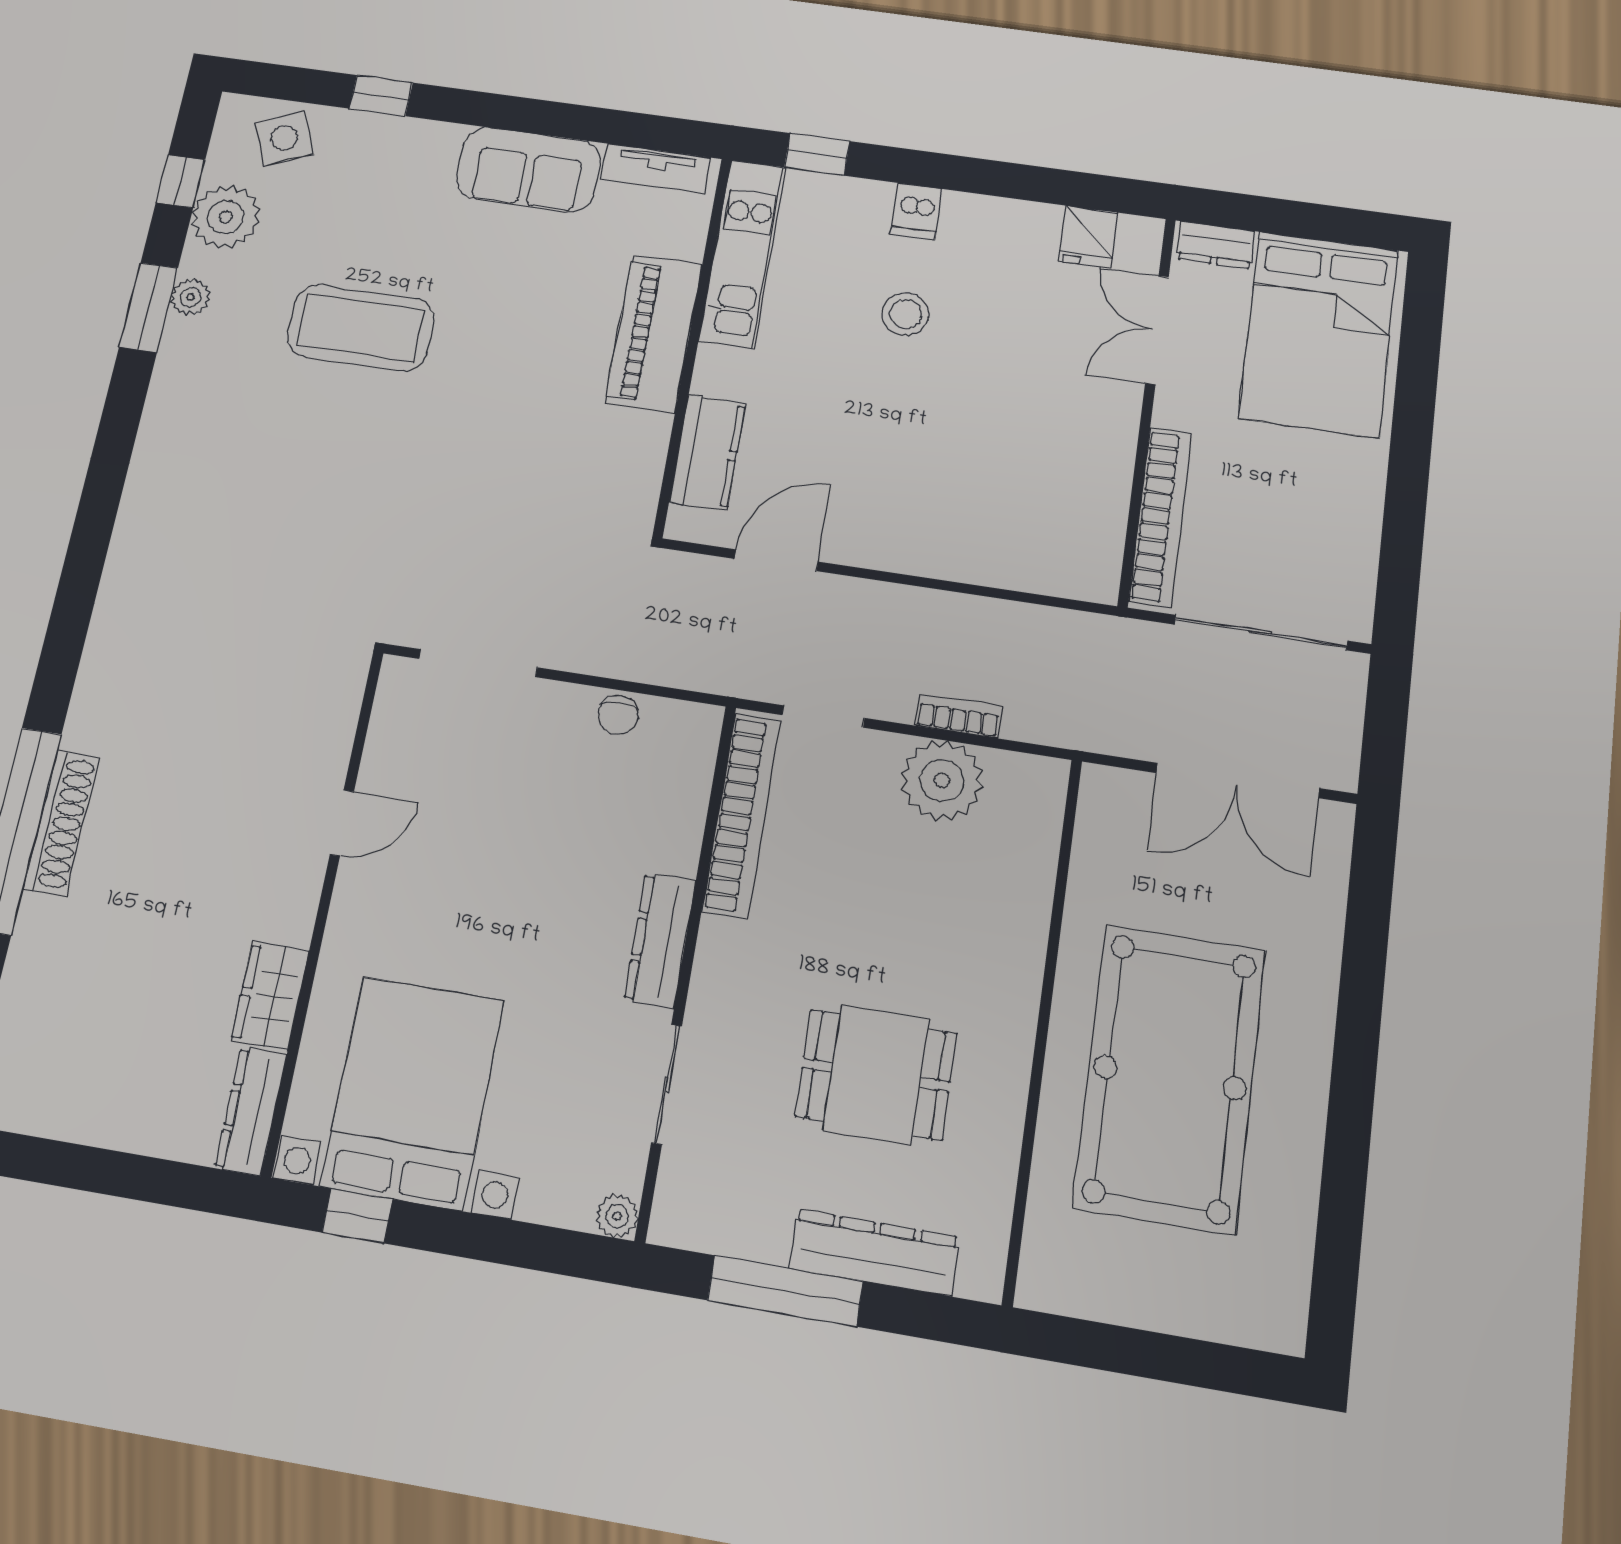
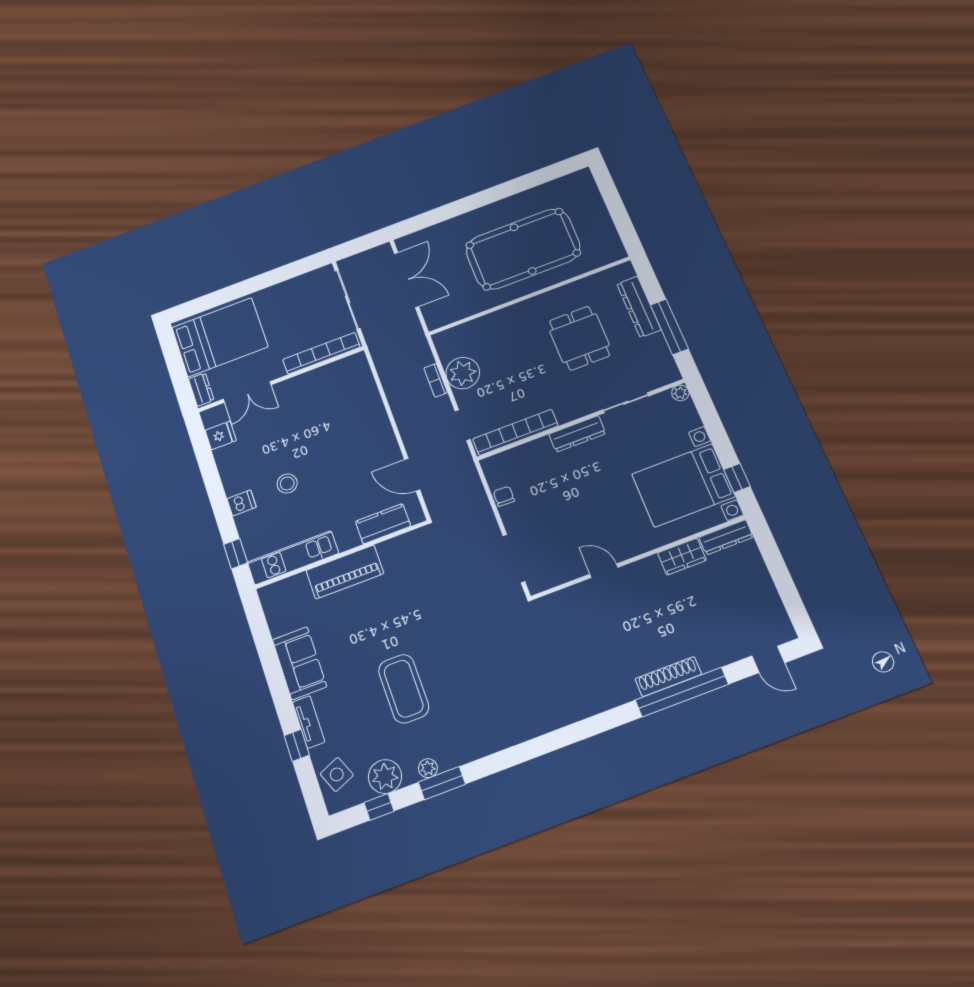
tv unit: (656, 168) -> (309, 722), moved
chair: (618, 715) -> (504, 496), turned -88

